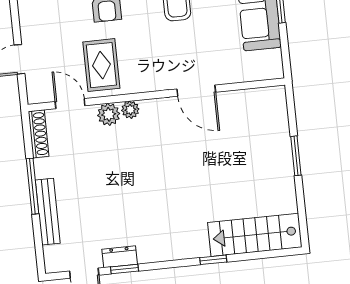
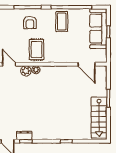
rug: (101, 65) -> (37, 50), moved
door: (196, 91) -> (86, 64), moved
stairs: (255, 235) -> (99, 118), moved, turned -90

